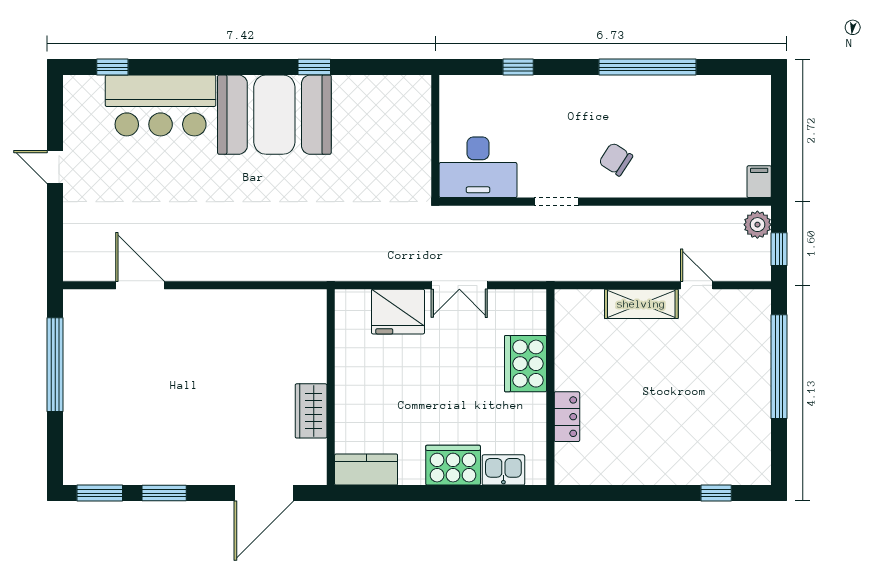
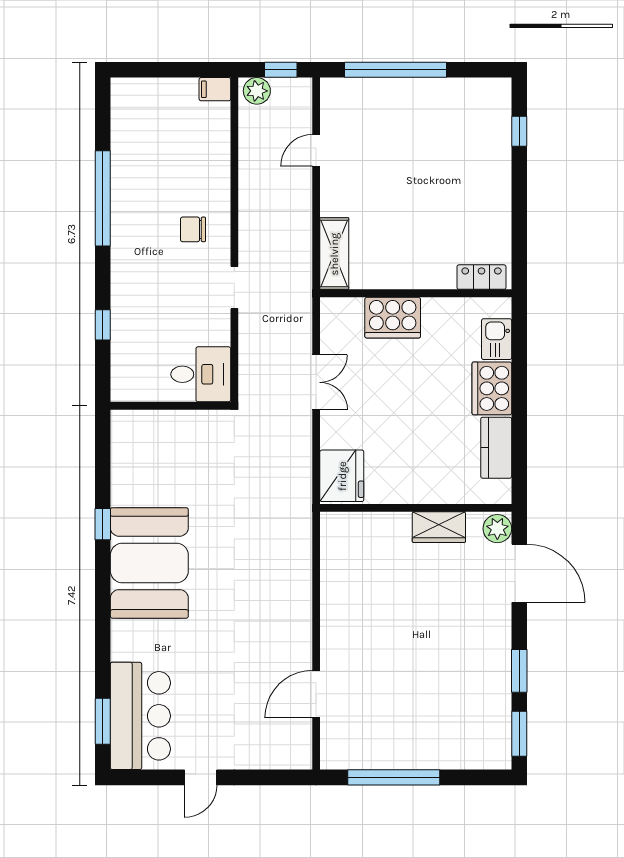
window: (112, 67) -> (103, 721), width x1.50
bar counter: (161, 105) -> (140, 716), moved
chair: (616, 159) -> (193, 229), turned 57
desk: (478, 167) -> (201, 374), width x0.73
shelving: (641, 304) -> (334, 254), moved
fridge: (398, 312) -> (342, 476), moved
locker: (567, 417) -> (482, 277), moved
kitchen counter: (366, 470) -> (496, 448), moved
plant: (310, 471) -> (497, 529), added

